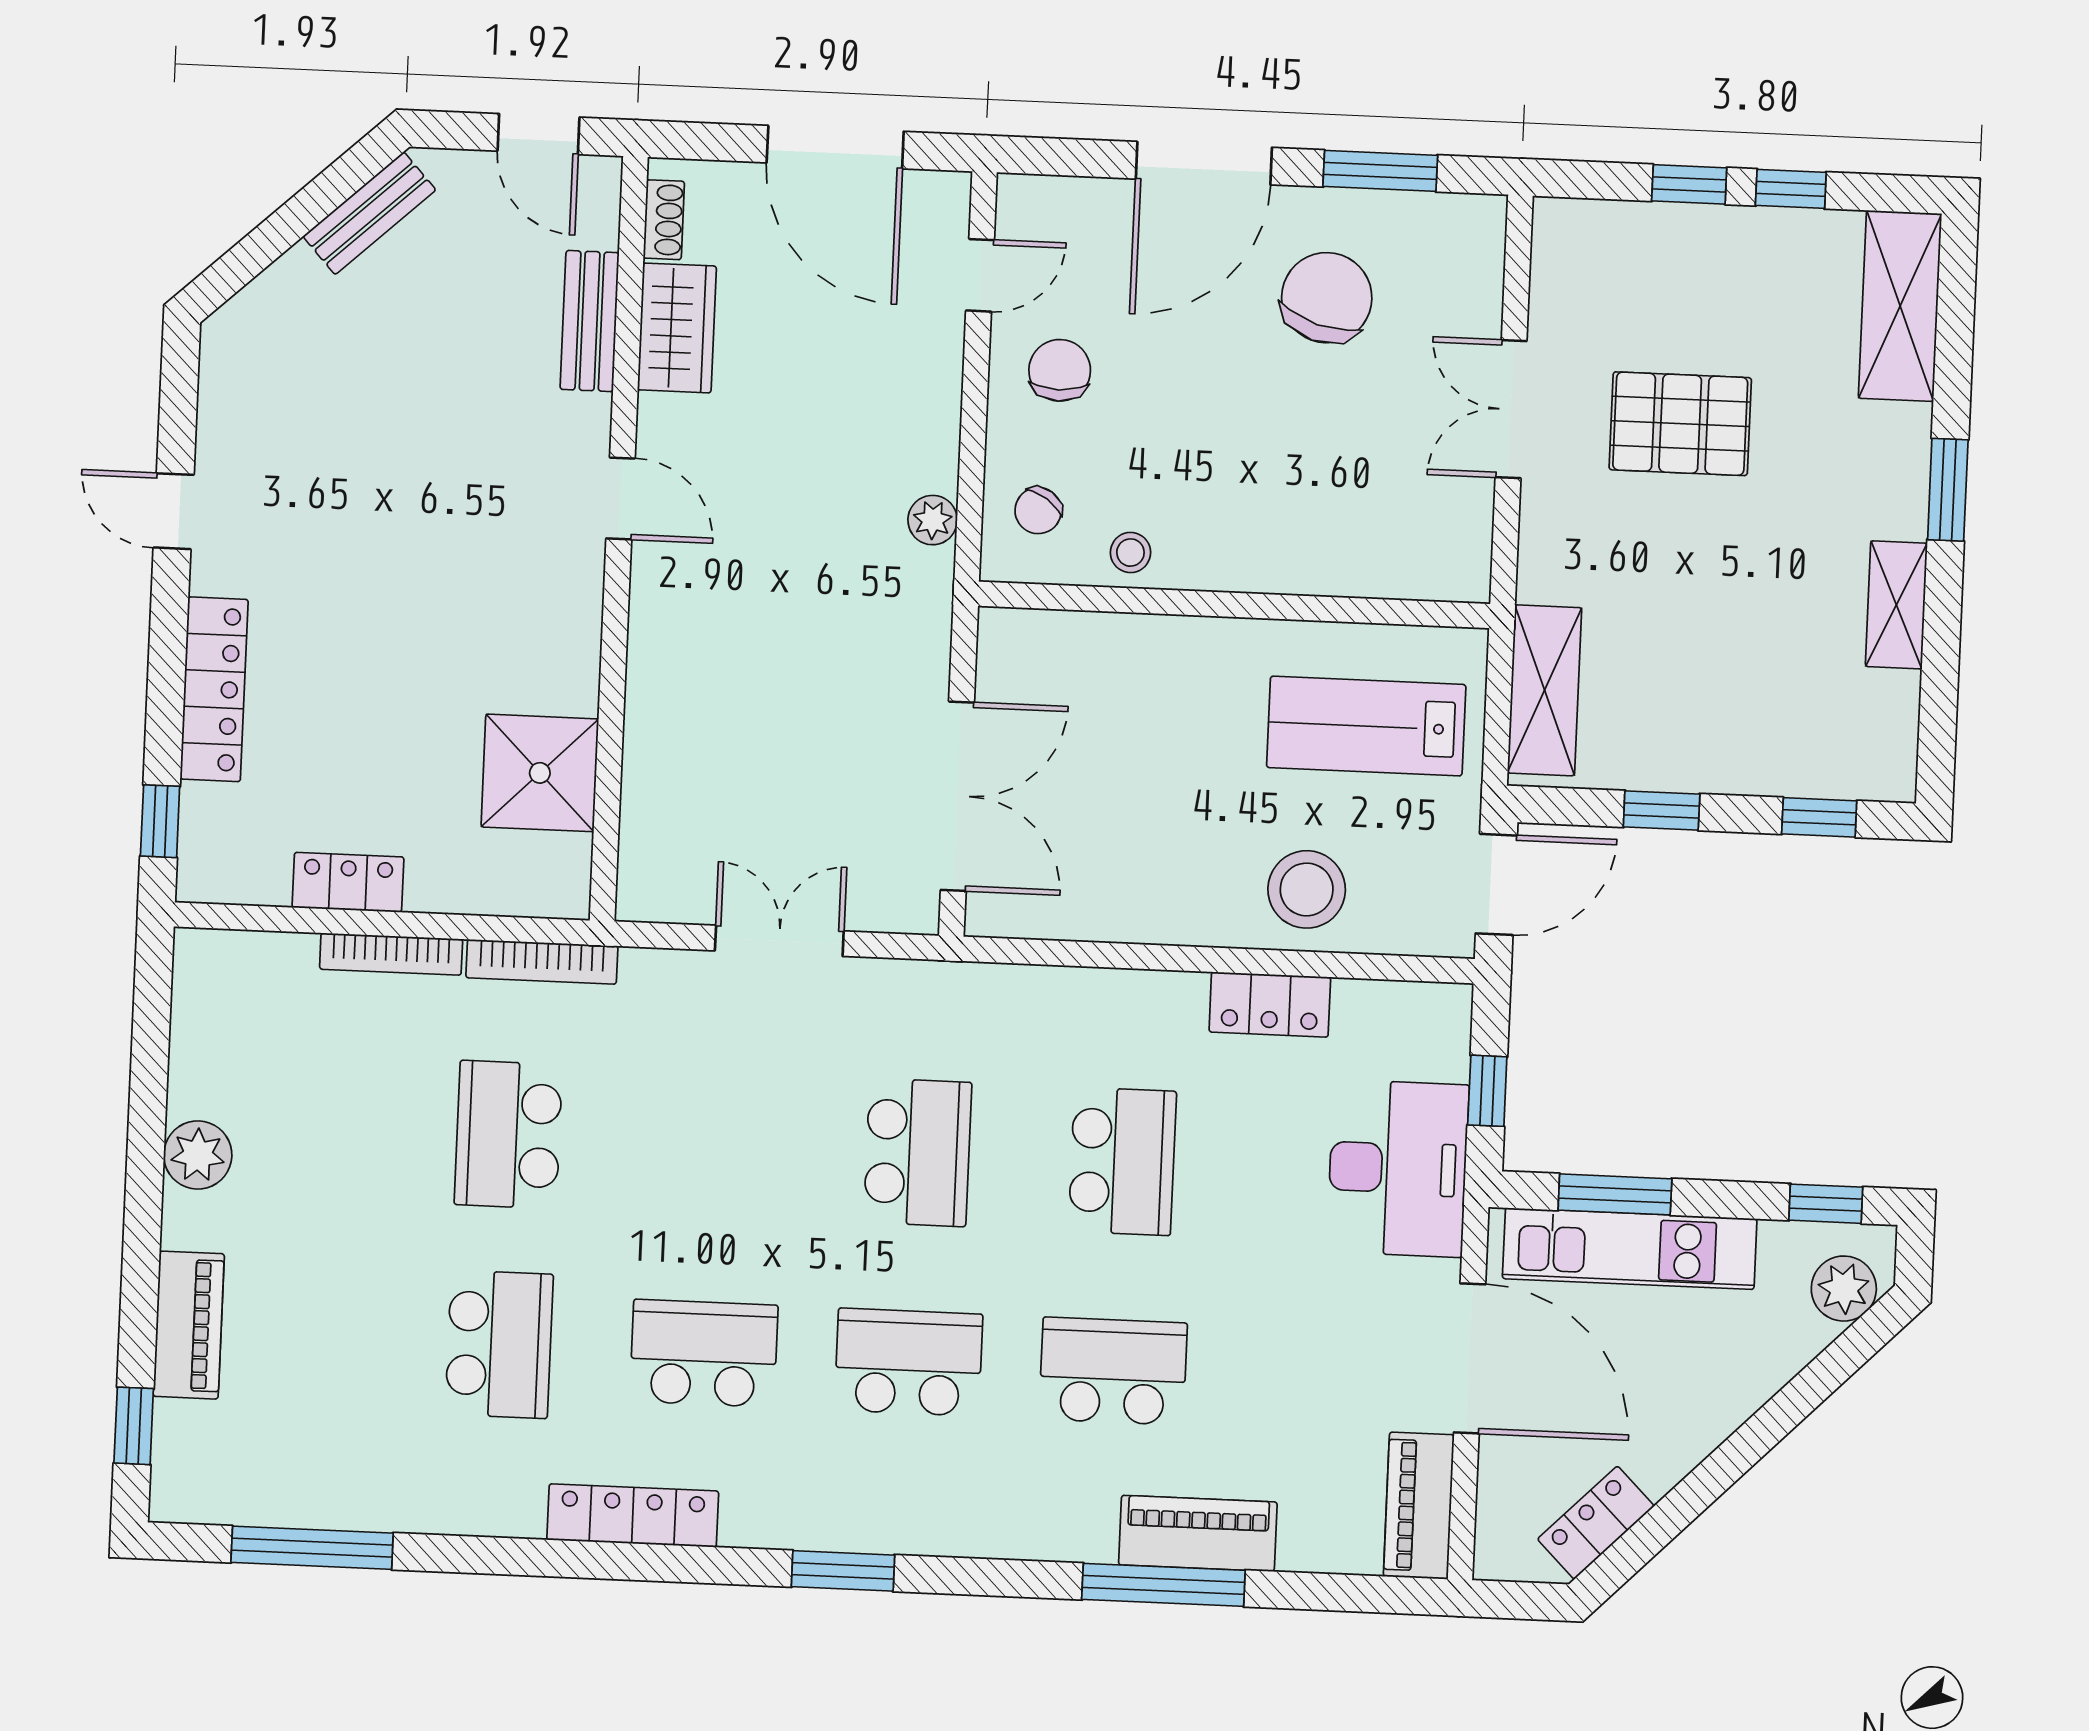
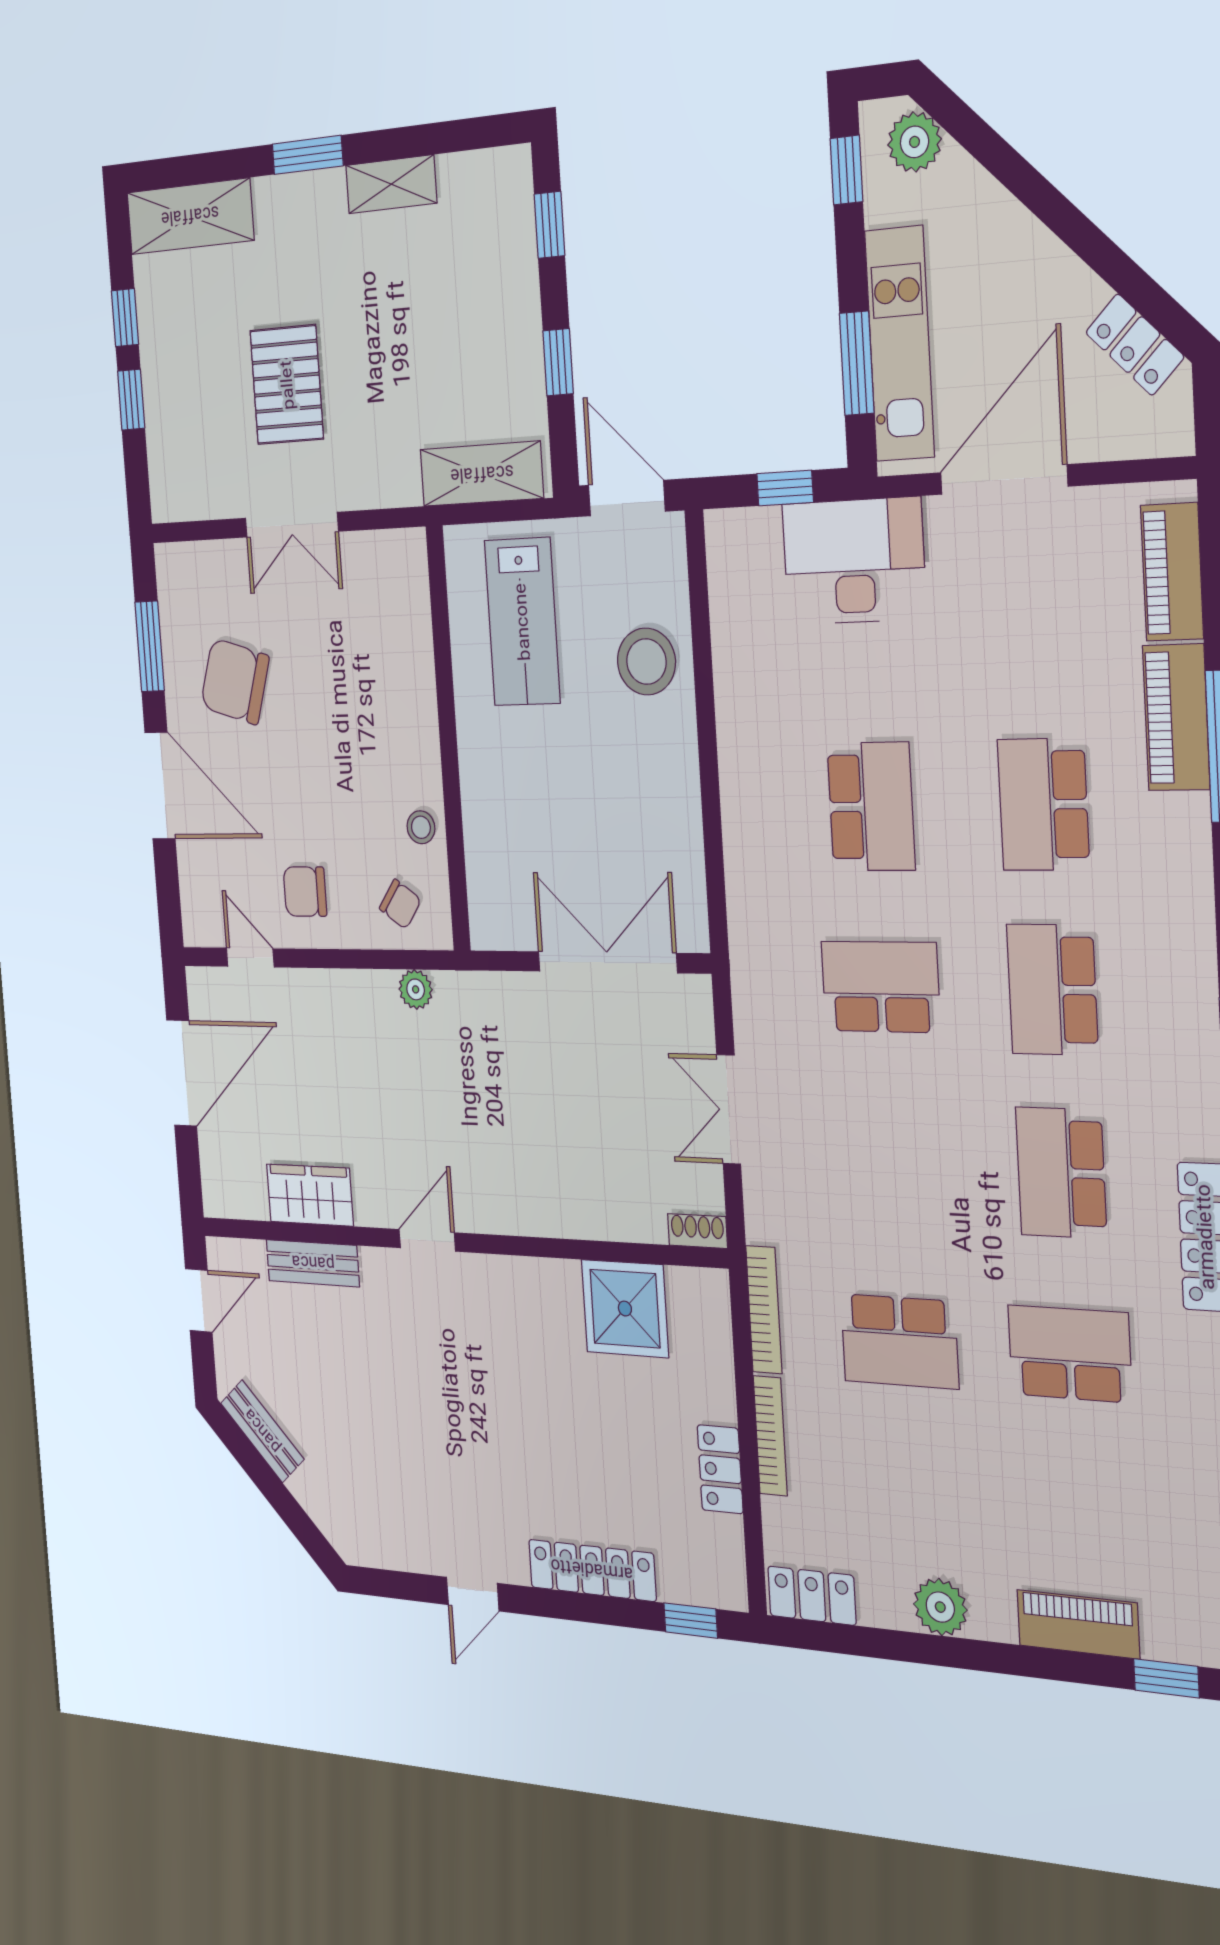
shoe rack: (664, 220) -> (698, 1231), moved
locker: (1270, 1004) -> (812, 1596), moved, turned -90
school desk: (1122, 1161) -> (871, 807), turned 90
piano: (1419, 1506) -> (1172, 572), moved, turned 90

